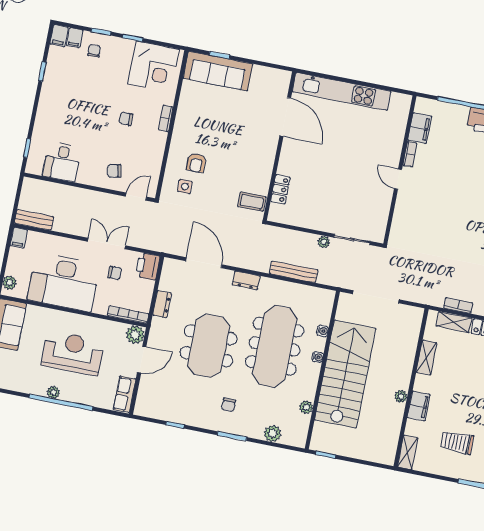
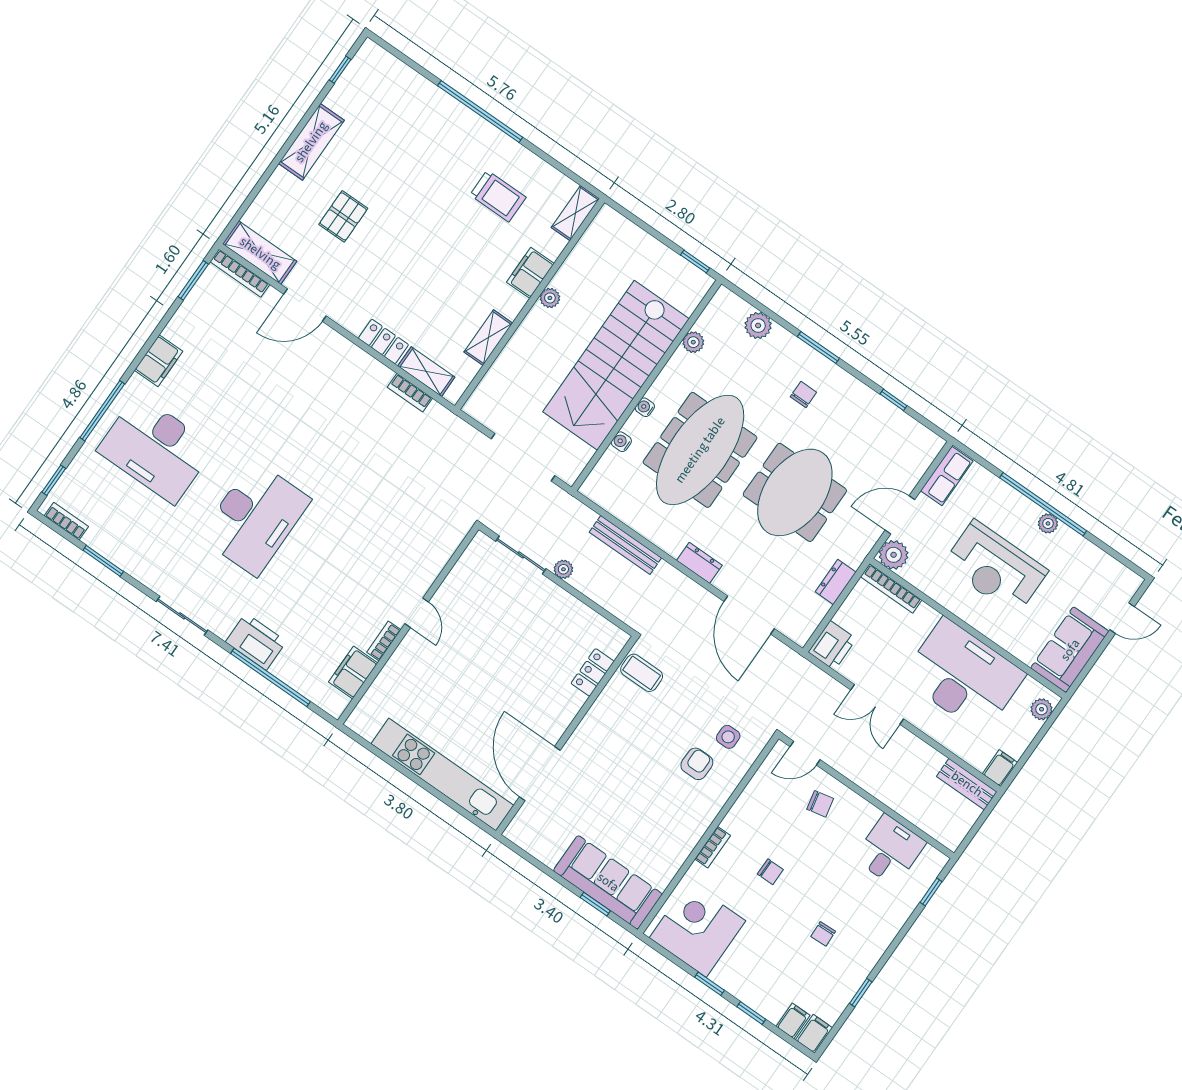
chair: (94, 51) -> (823, 934), moved
chair: (115, 273) -> (884, 657), removed

